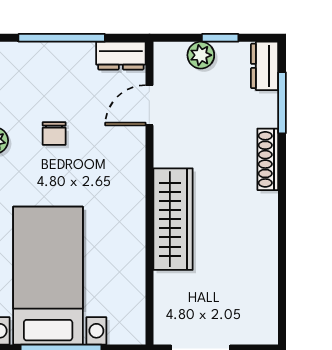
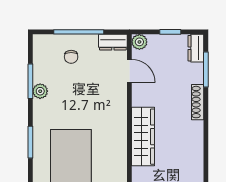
plant: (201, 55) -> (139, 42), moved
door: (149, 105) -> (129, 71), swing flipped
chair: (54, 134) -> (71, 57), moved

